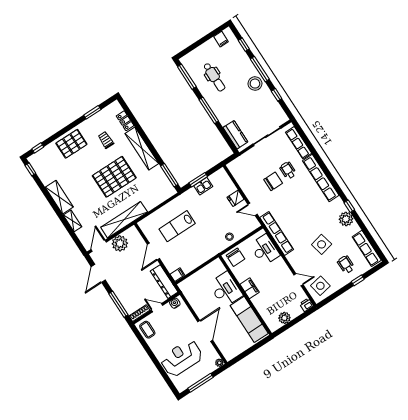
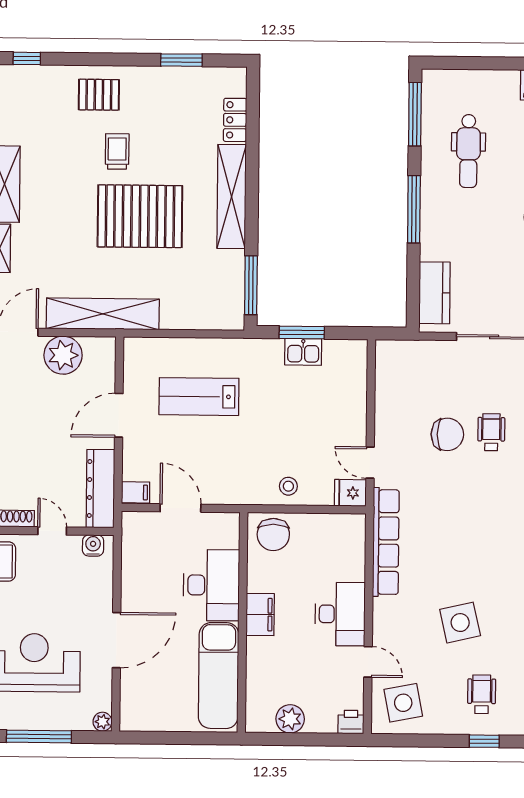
trolley: (106, 140) -> (117, 151), moved
pallet: (71, 144) -> (99, 95), width x0.67, depth x0.71
fridge: (236, 198) -> (350, 493), moved
desk: (265, 250) -> (340, 614), moved
door: (197, 270) -> (180, 508), added

